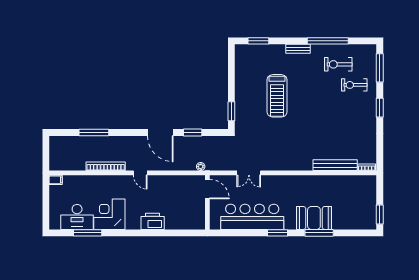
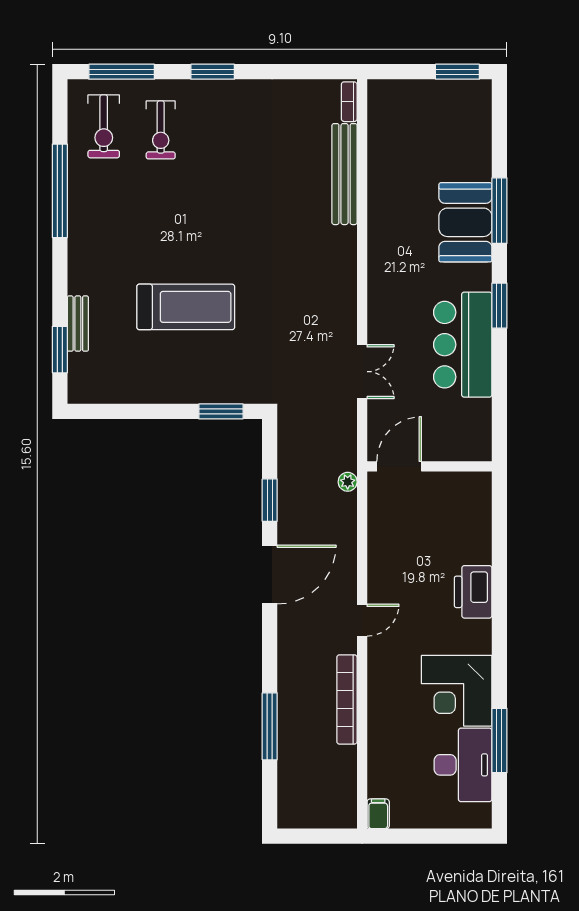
bench: (298, 49) -> (78, 324), moved
exercise bike: (338, 64) -> (104, 126), moved
bar counter: (252, 217) -> (463, 345), width x0.73

